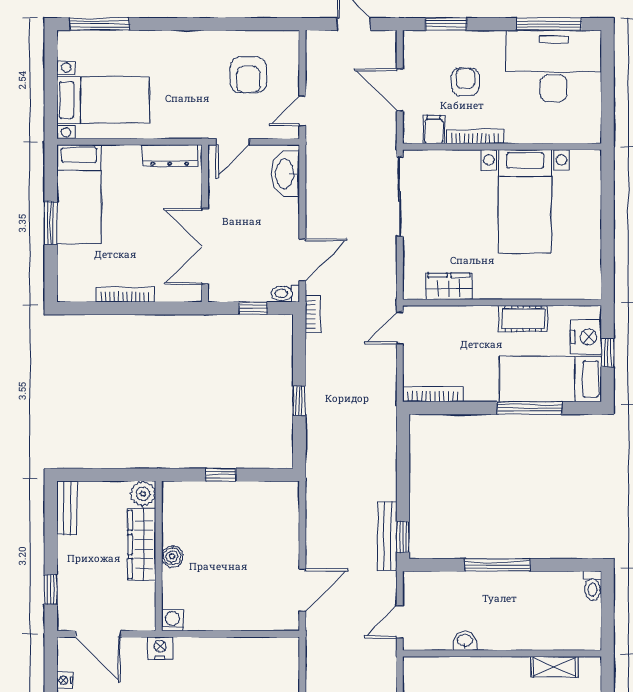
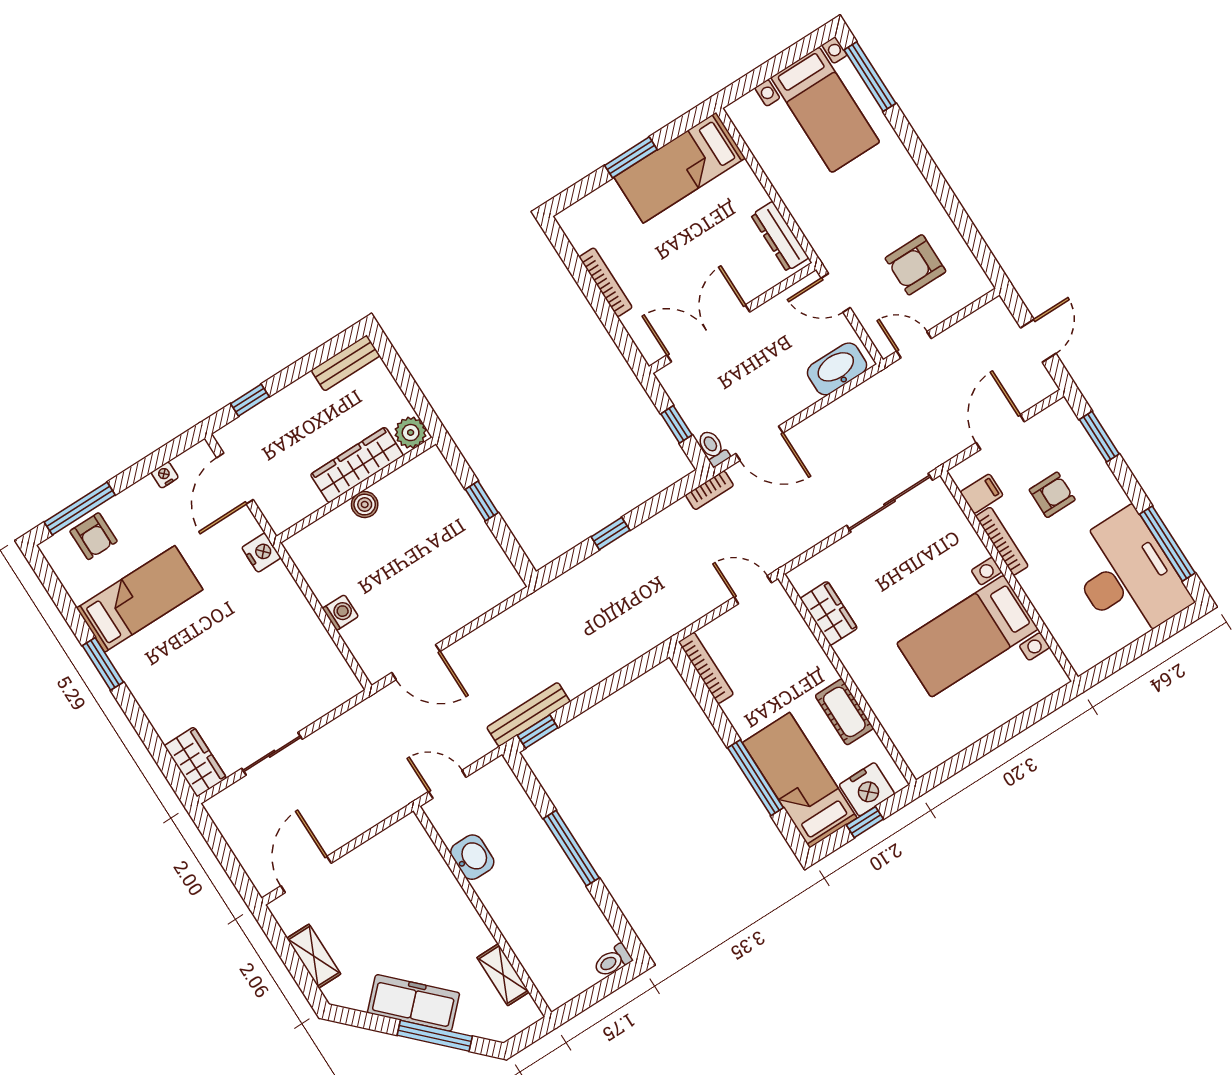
bed with nightstands: (103, 100) -> (825, 110), moved
washing machine: (172, 620) -> (340, 613), moved
washbasin: (465, 641) -> (472, 857), width x1.38, depth x1.45

